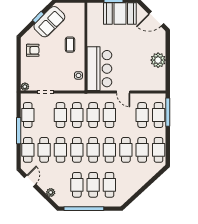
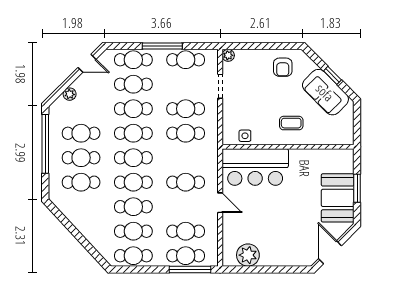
plant: (158, 60) -> (248, 255), moved
door: (123, 92) -> (220, 203), swing flipped
cafe table: (93, 115) -> (186, 158), removed

